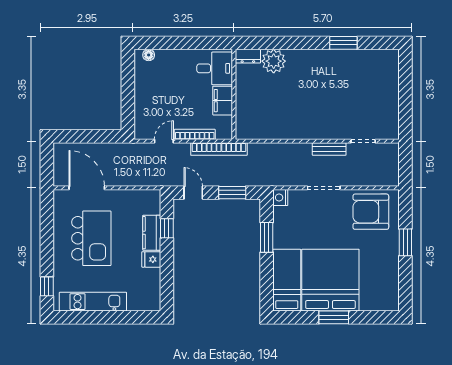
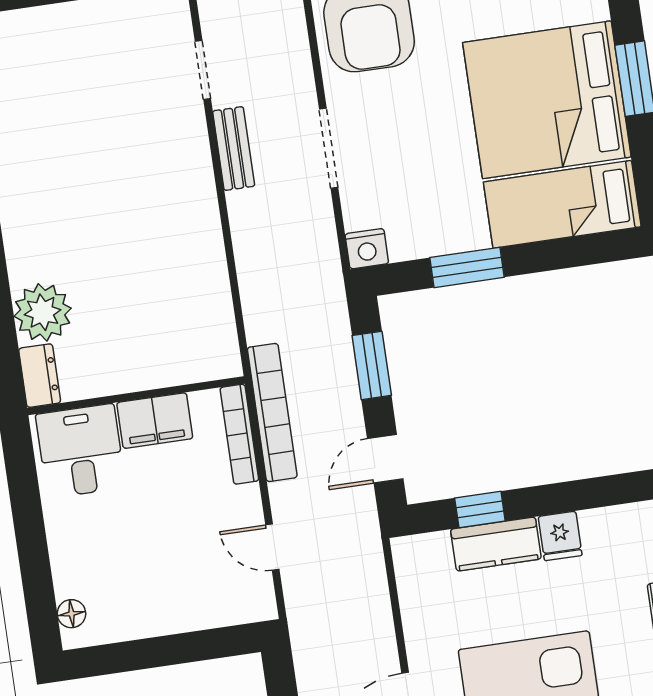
bookcase: (195, 134) -> (239, 434), moved

